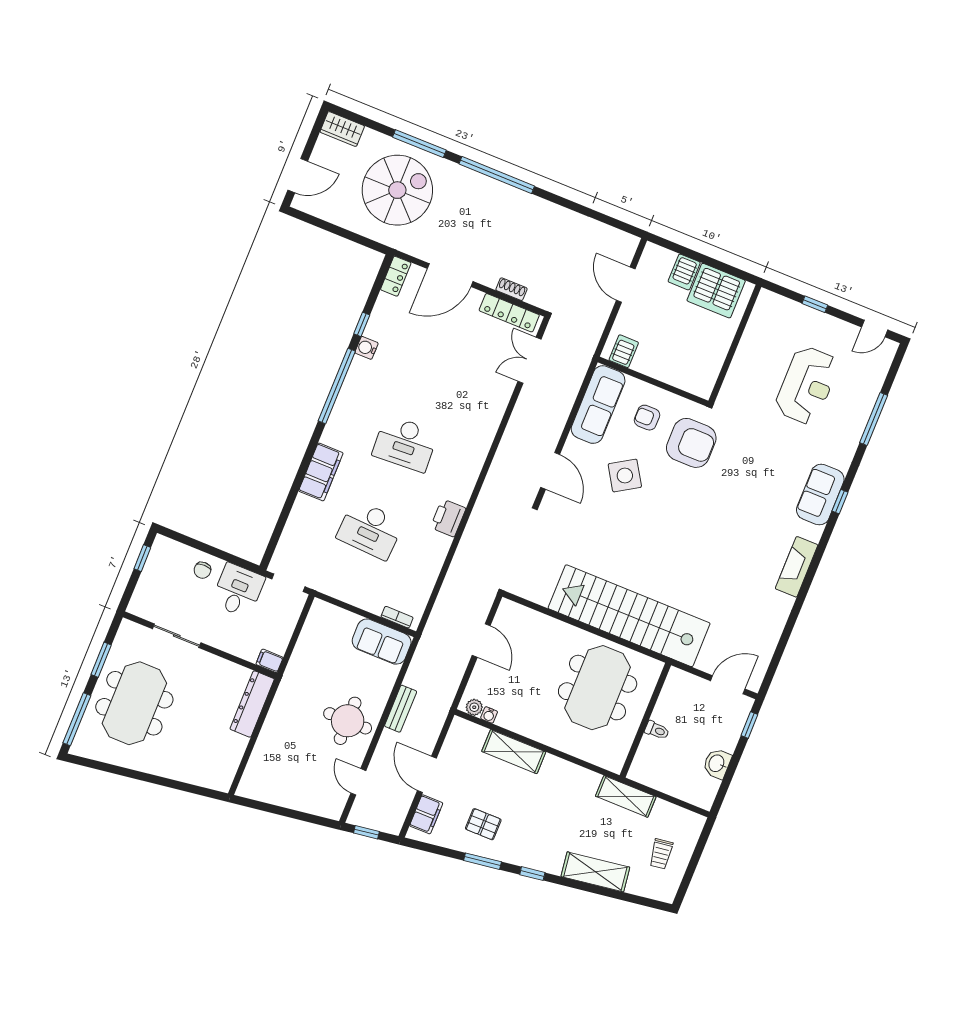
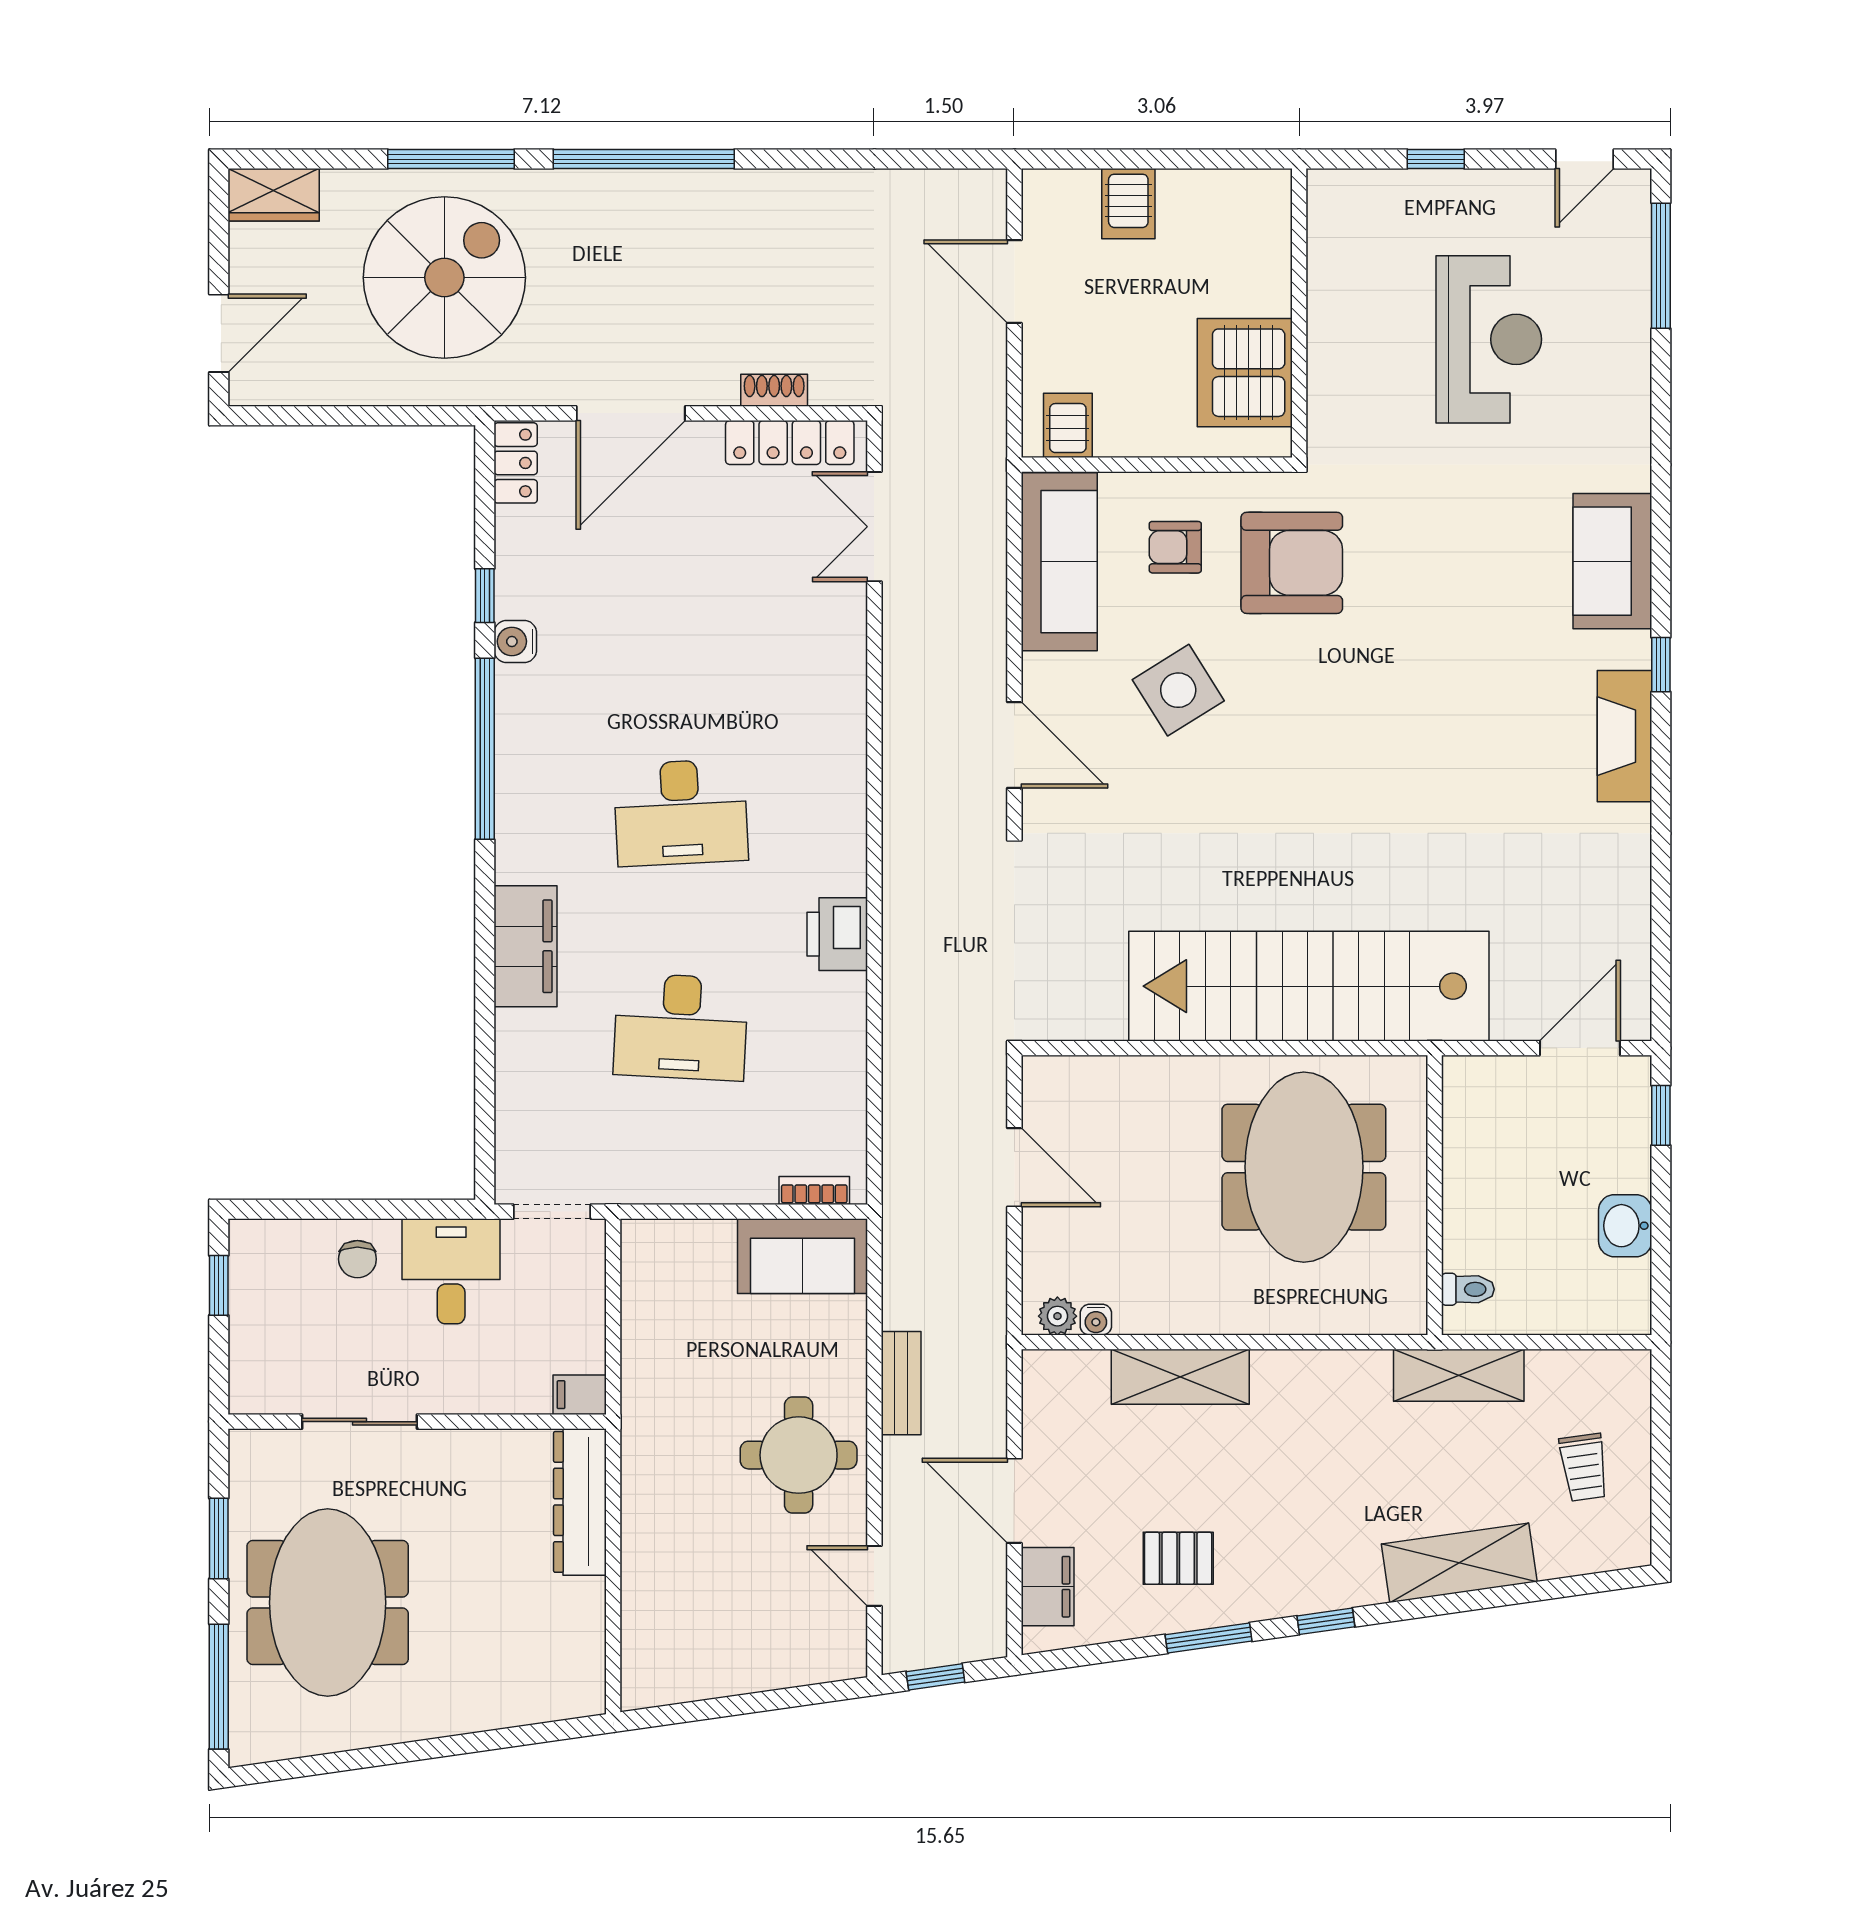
server rack: (716, 291) -> (1245, 373), moved, turned 90
window: (874, 419) -> (1661, 266), moved
window: (840, 502) -> (1661, 665), moved
toilet: (657, 730) -> (1468, 1289), moved

